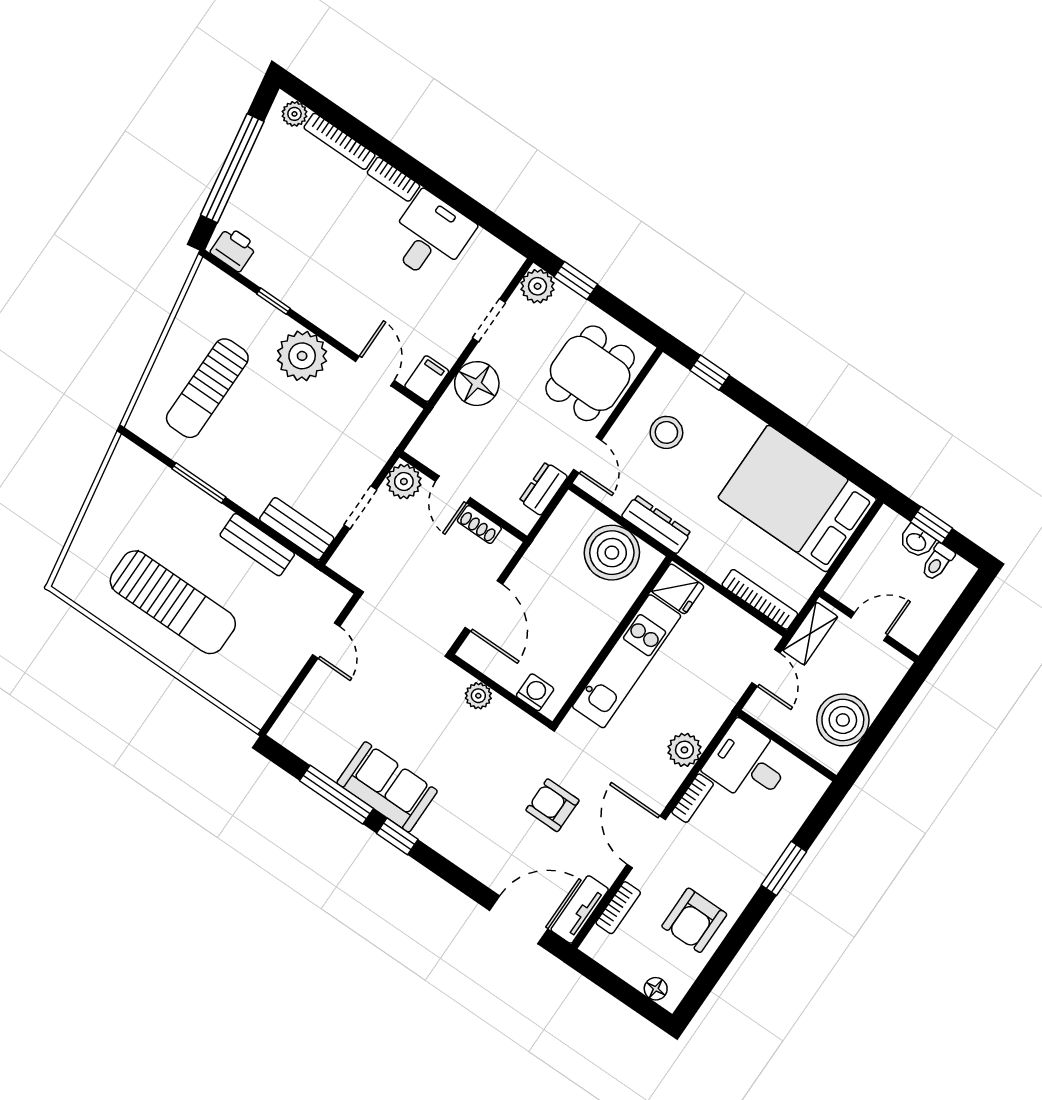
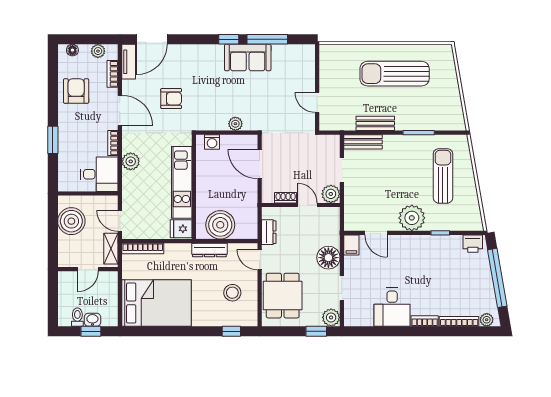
plant: (616, 960) -> (98, 51), added

